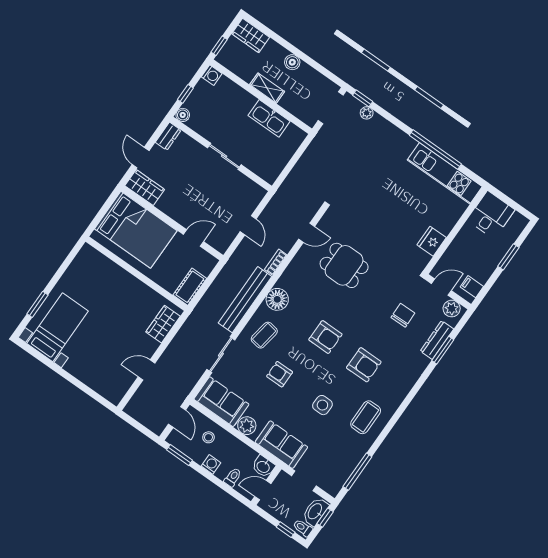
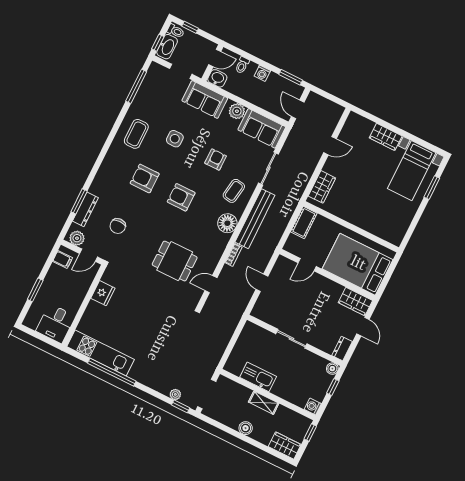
wardrobe: (81, 370) -> (386, 137), added
armchair: (280, 374) -> (216, 159), turned -90
stool: (208, 437) -> (268, 96), removed

